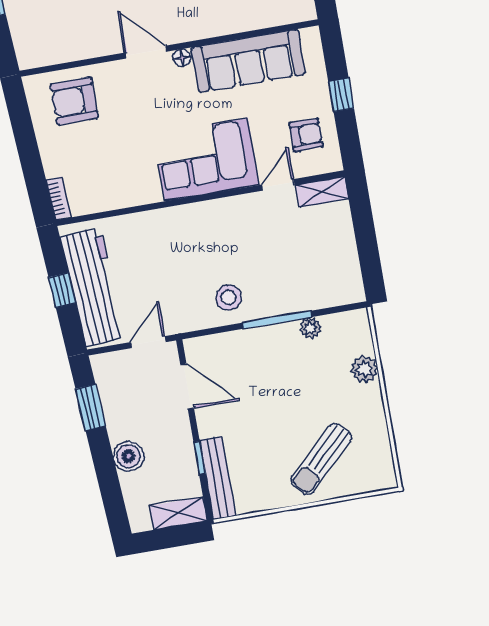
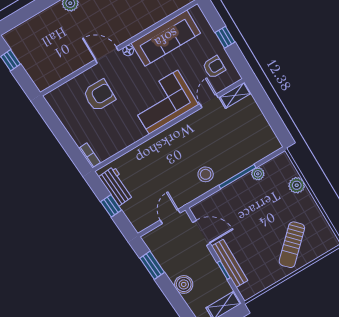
armchair: (74, 101) -> (99, 95), moved, turned 180
workbench: (93, 287) -> (116, 186), width x0.53, depth x0.76
bench: (218, 478) -> (230, 263), moved

